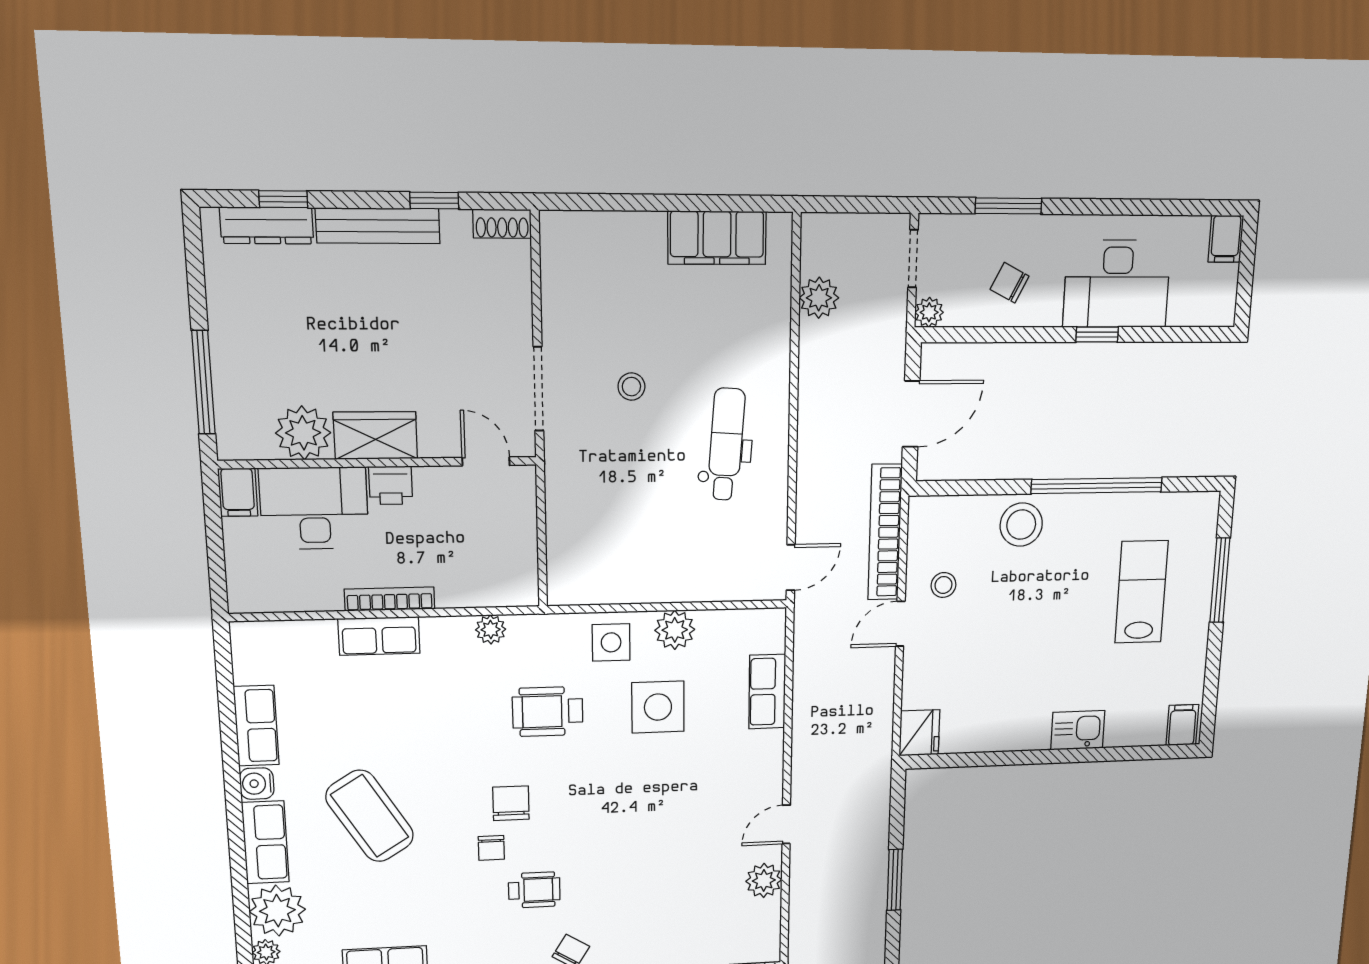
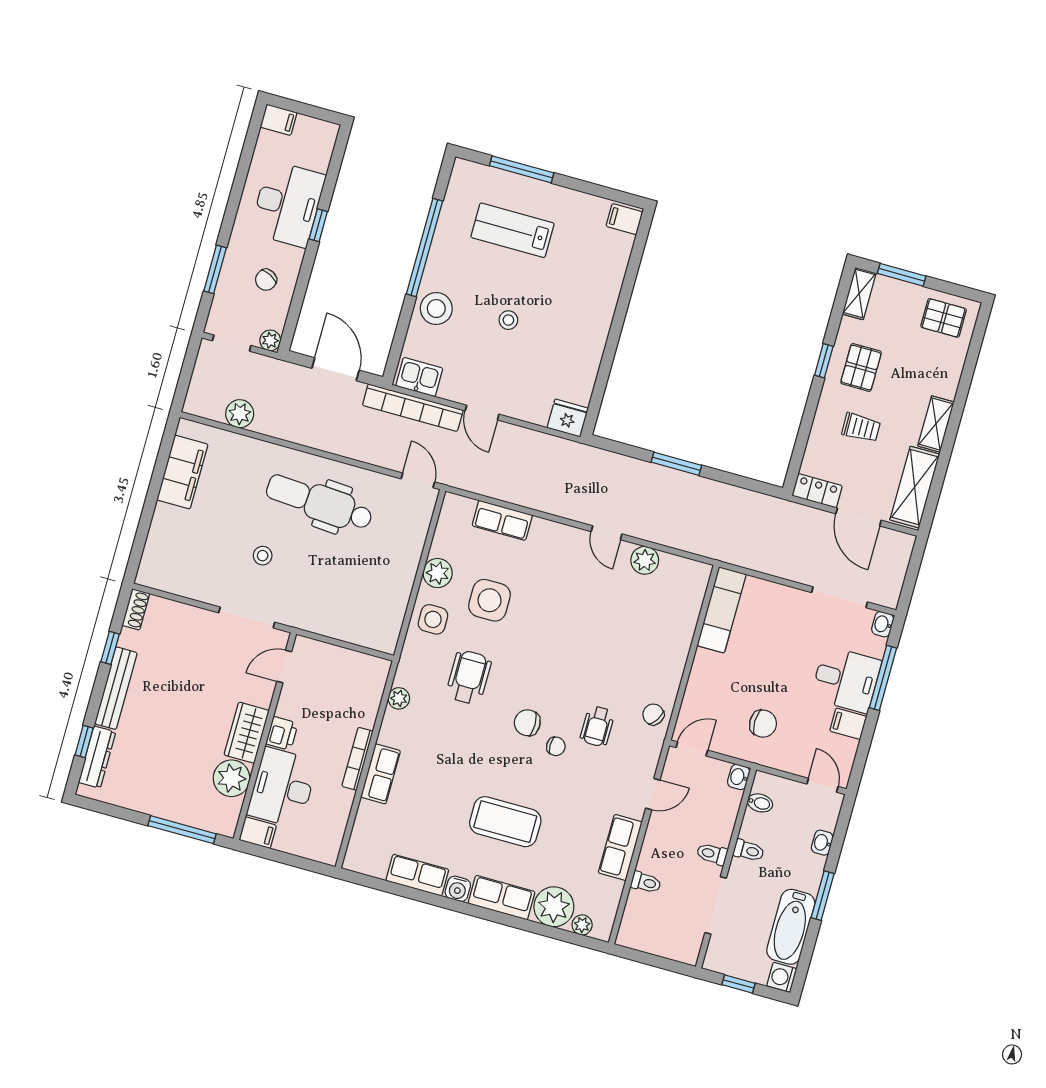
dental chair: (726, 444) -> (319, 502), width x1.36, depth x1.38
stool: (943, 585) -> (508, 320), moved
wheelchair: (548, 711) -> (469, 677), turned 180
kitchen sink: (1078, 730) -> (419, 377), moved, turned 90
coffee table: (370, 816) -> (505, 822), turned 32
wheelchair: (534, 890) -> (597, 726), turned 180

